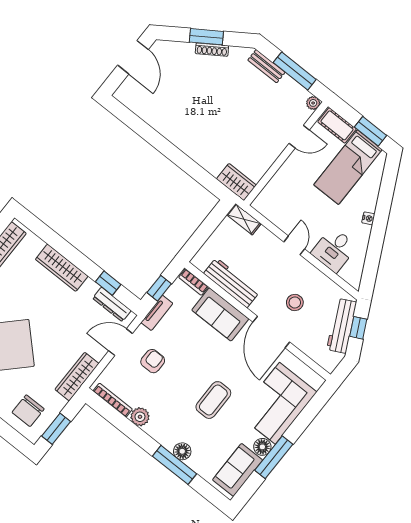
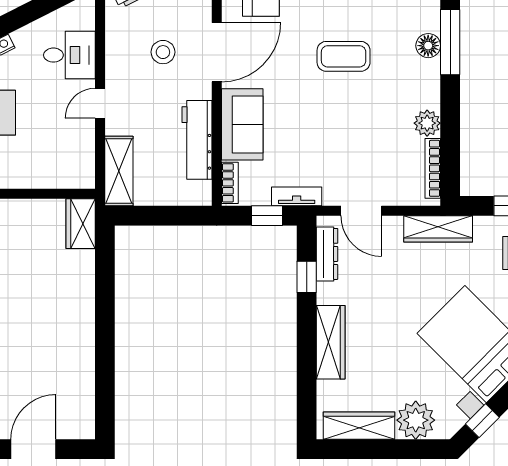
shelving: (244, 219) -> (119, 171), width x1.50, depth x1.33
armchair: (153, 361) -> (354, 158), removed

